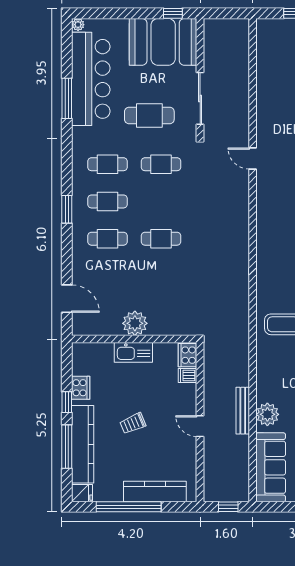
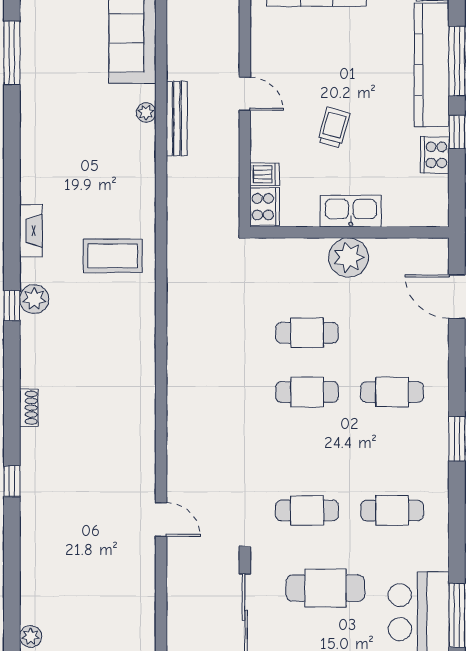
cafe table: (107, 201) -> (307, 333), moved
plant: (267, 414) -> (146, 112), width x0.53, depth x0.53
trolley: (133, 423) -> (334, 128), moved, turned -52

